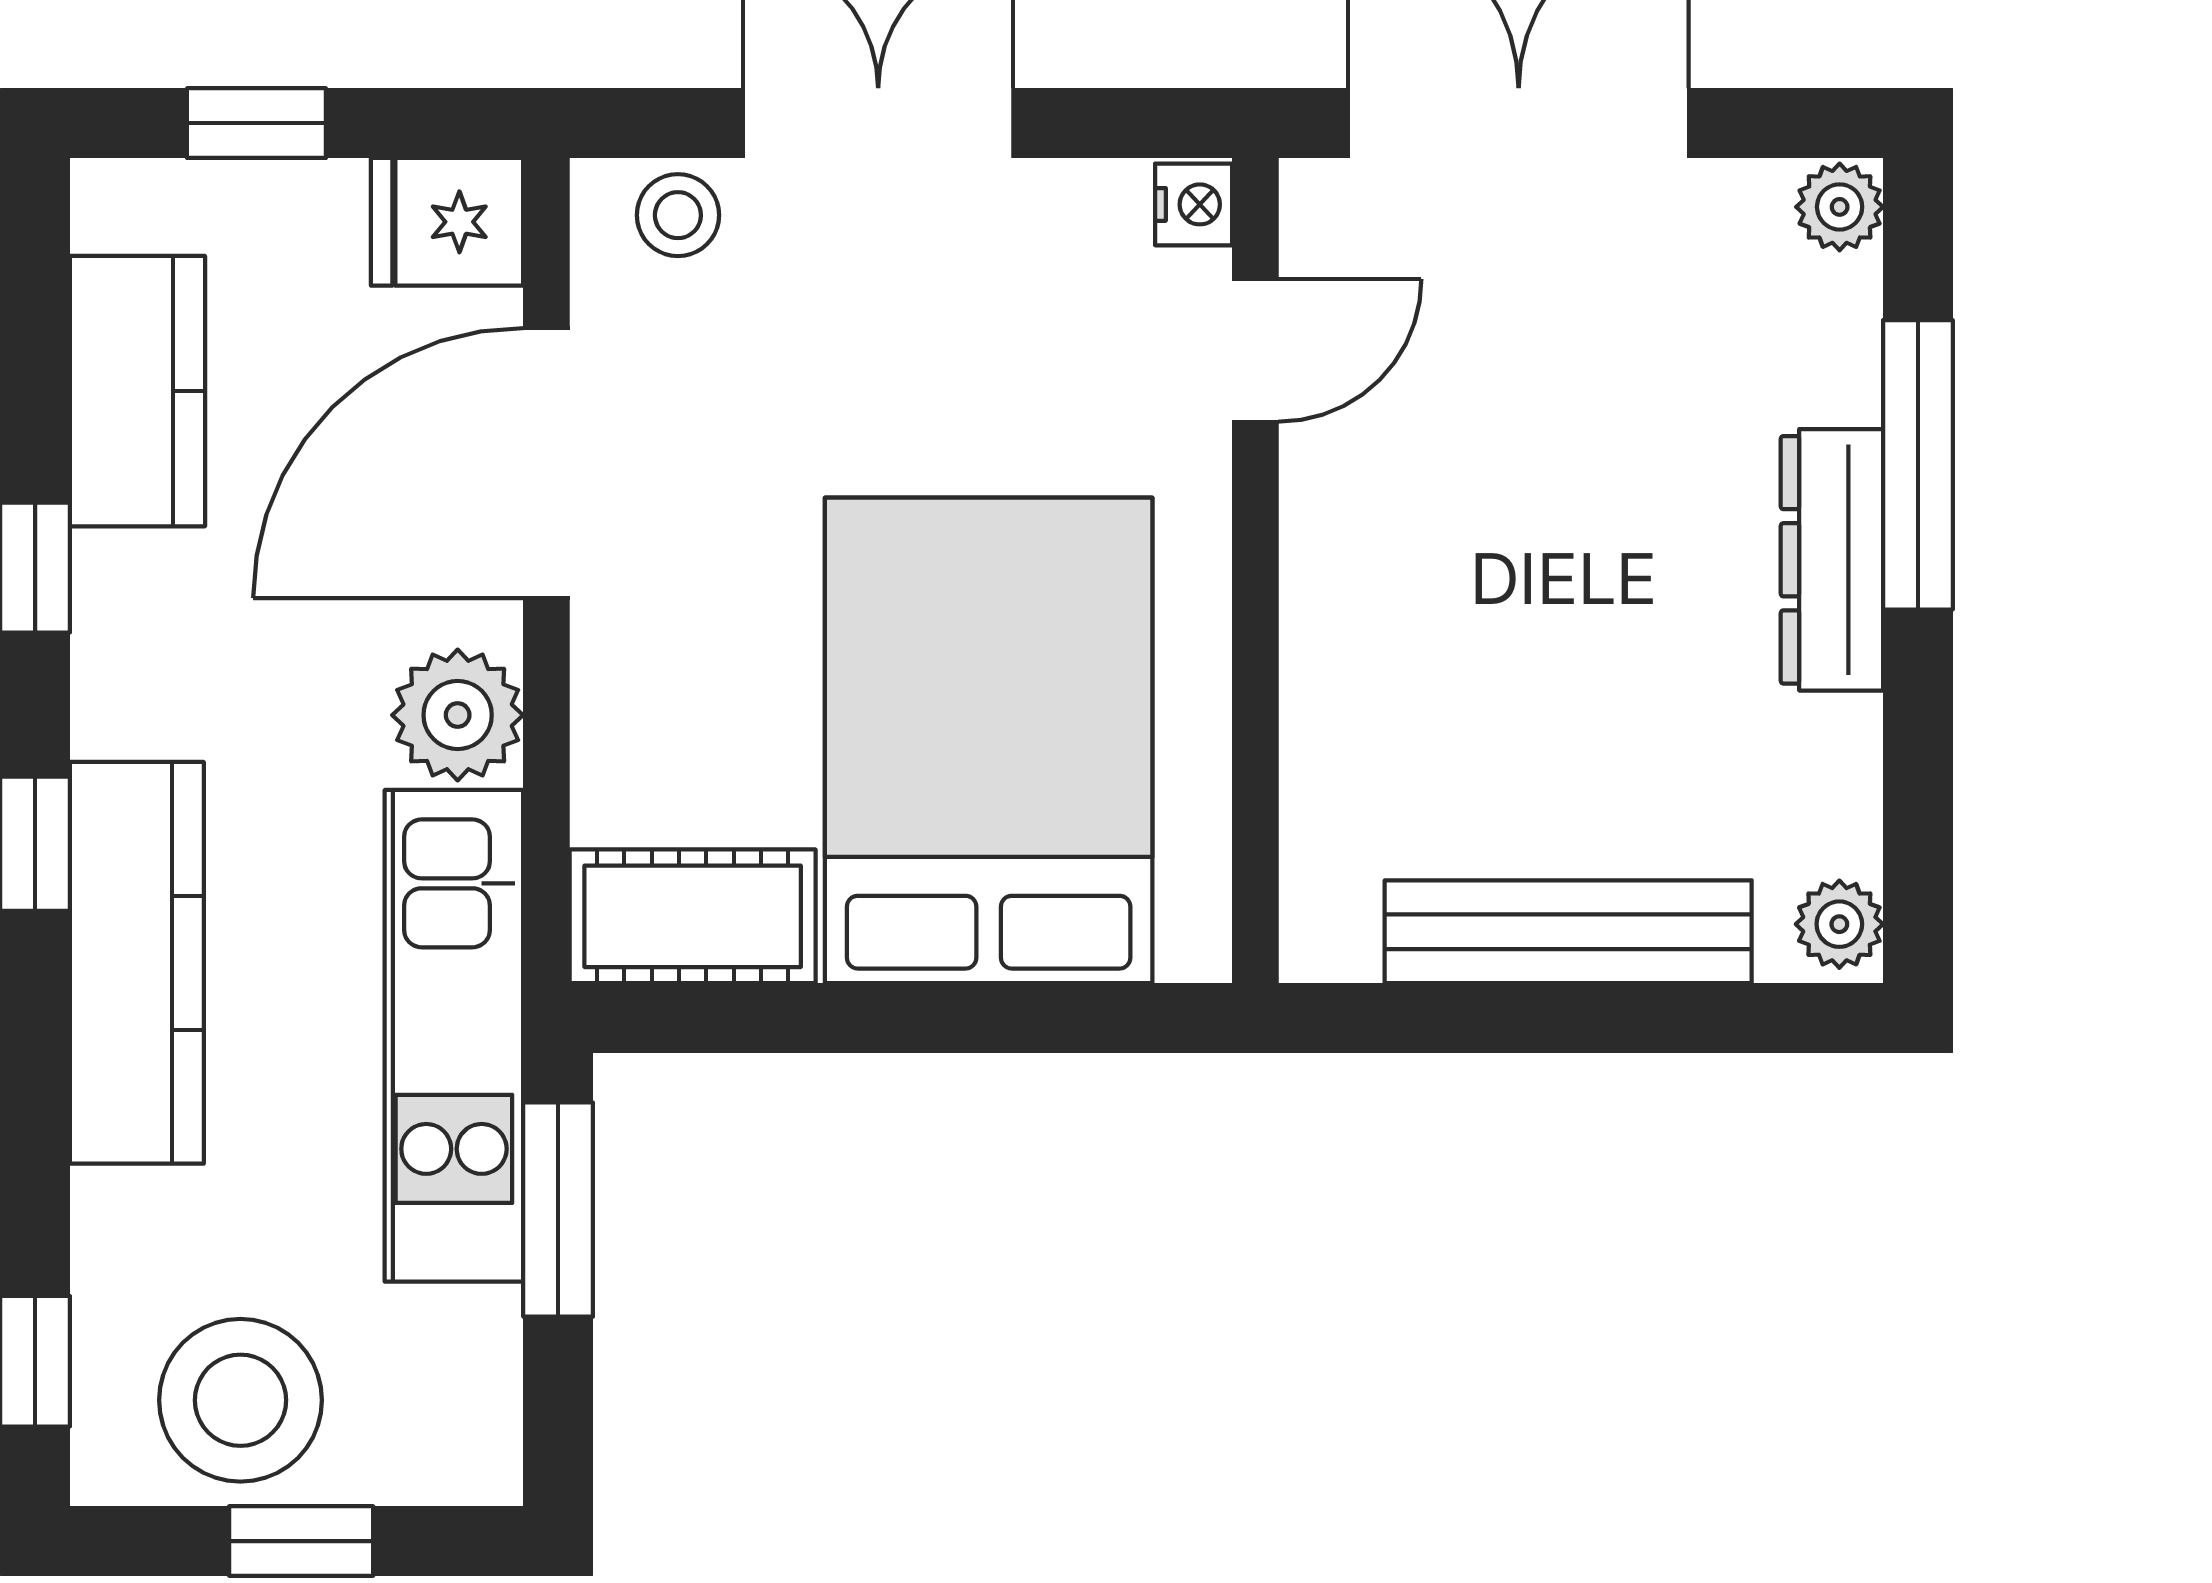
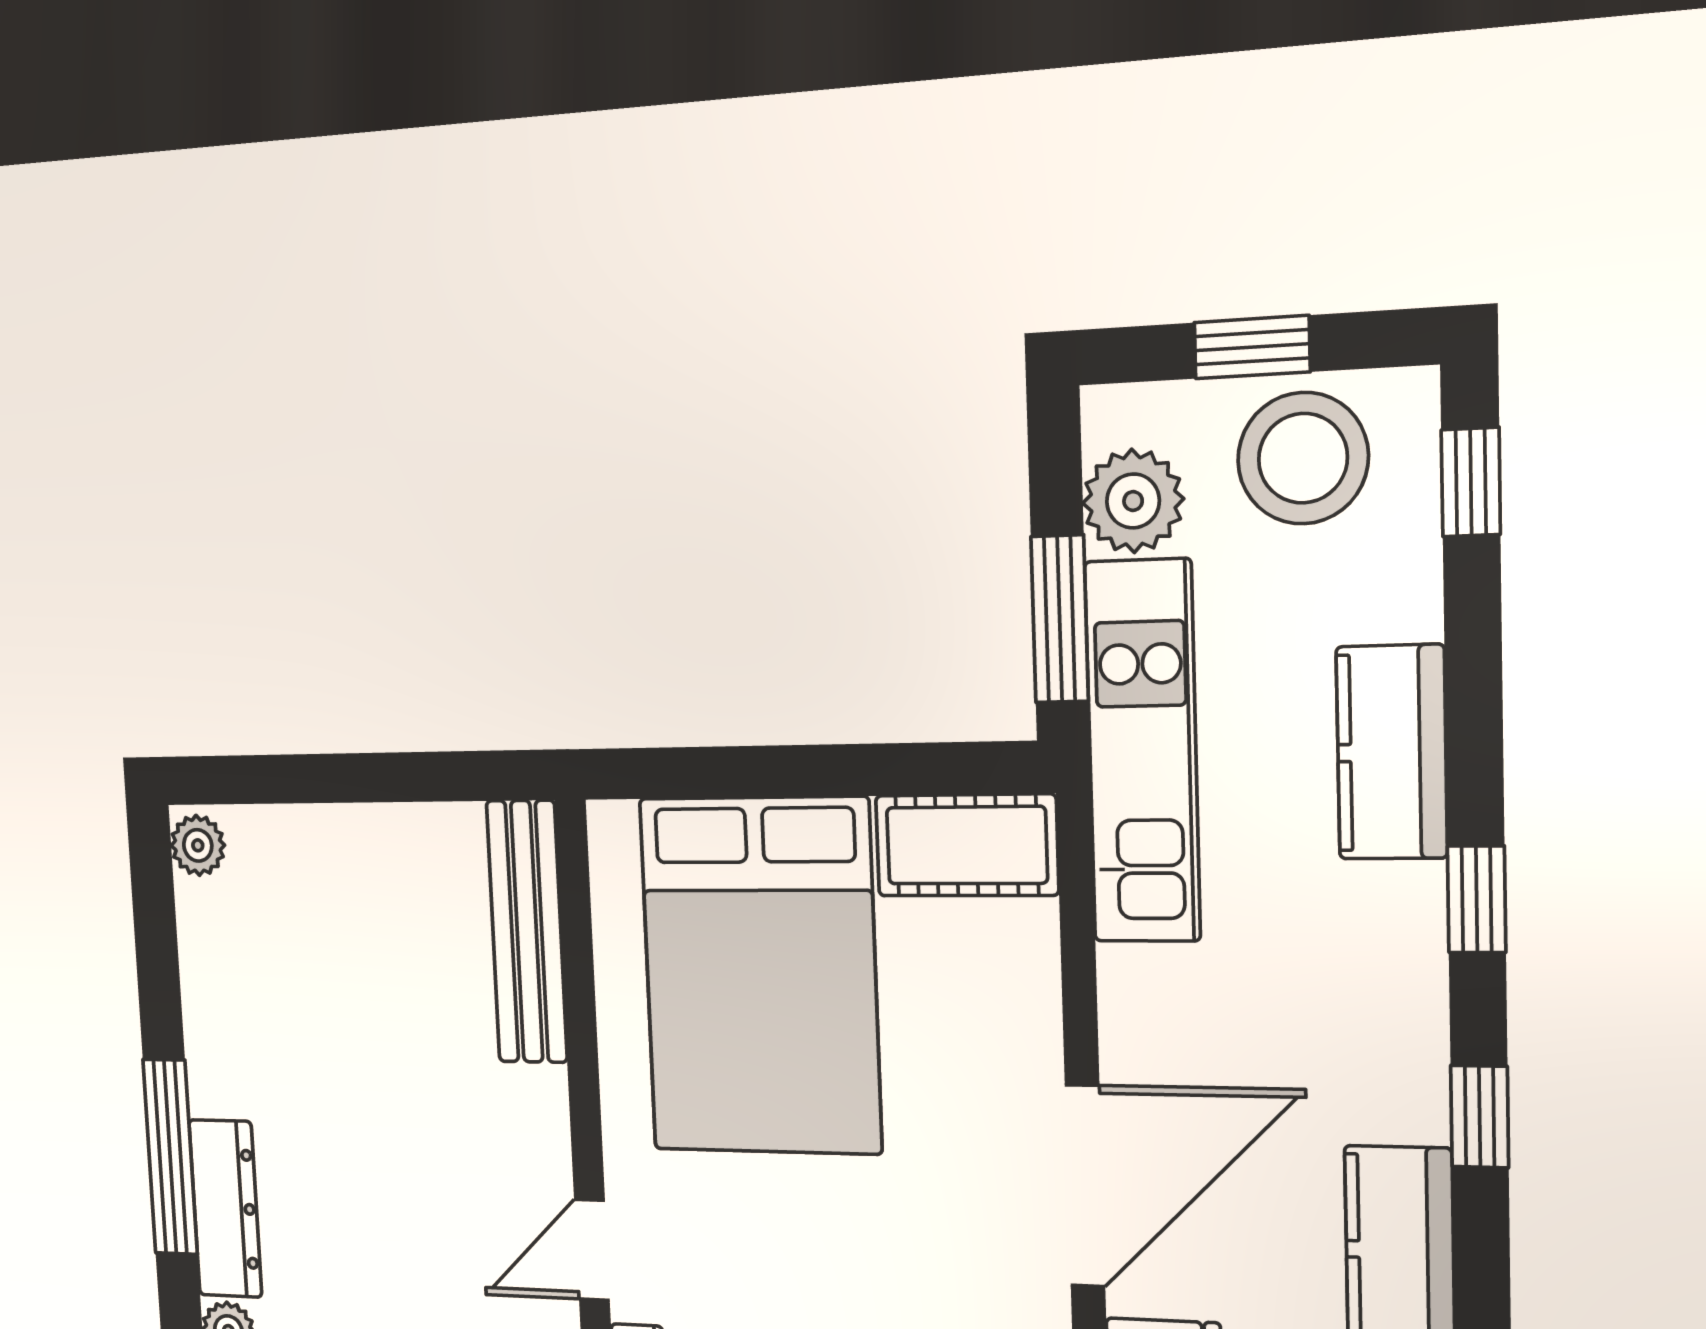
dresser: (1832, 560) -> (225, 1209), moved
plant: (458, 715) -> (1133, 501), moved
bench: (1568, 932) -> (527, 932), moved, turned 90
kitchen counter: (137, 963) -> (1392, 752), width x0.67

